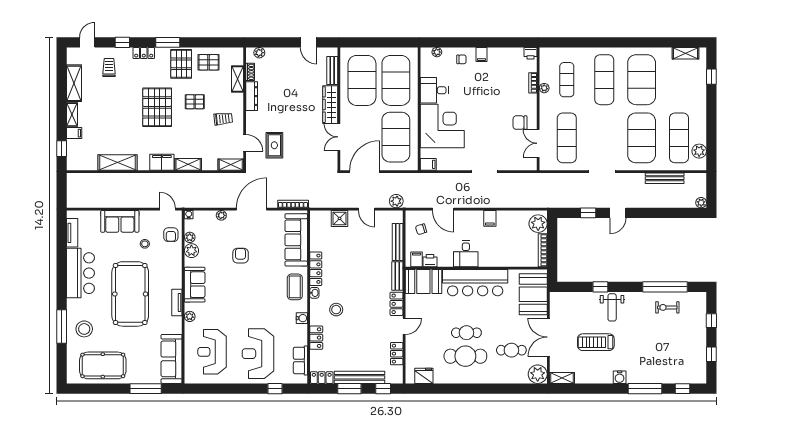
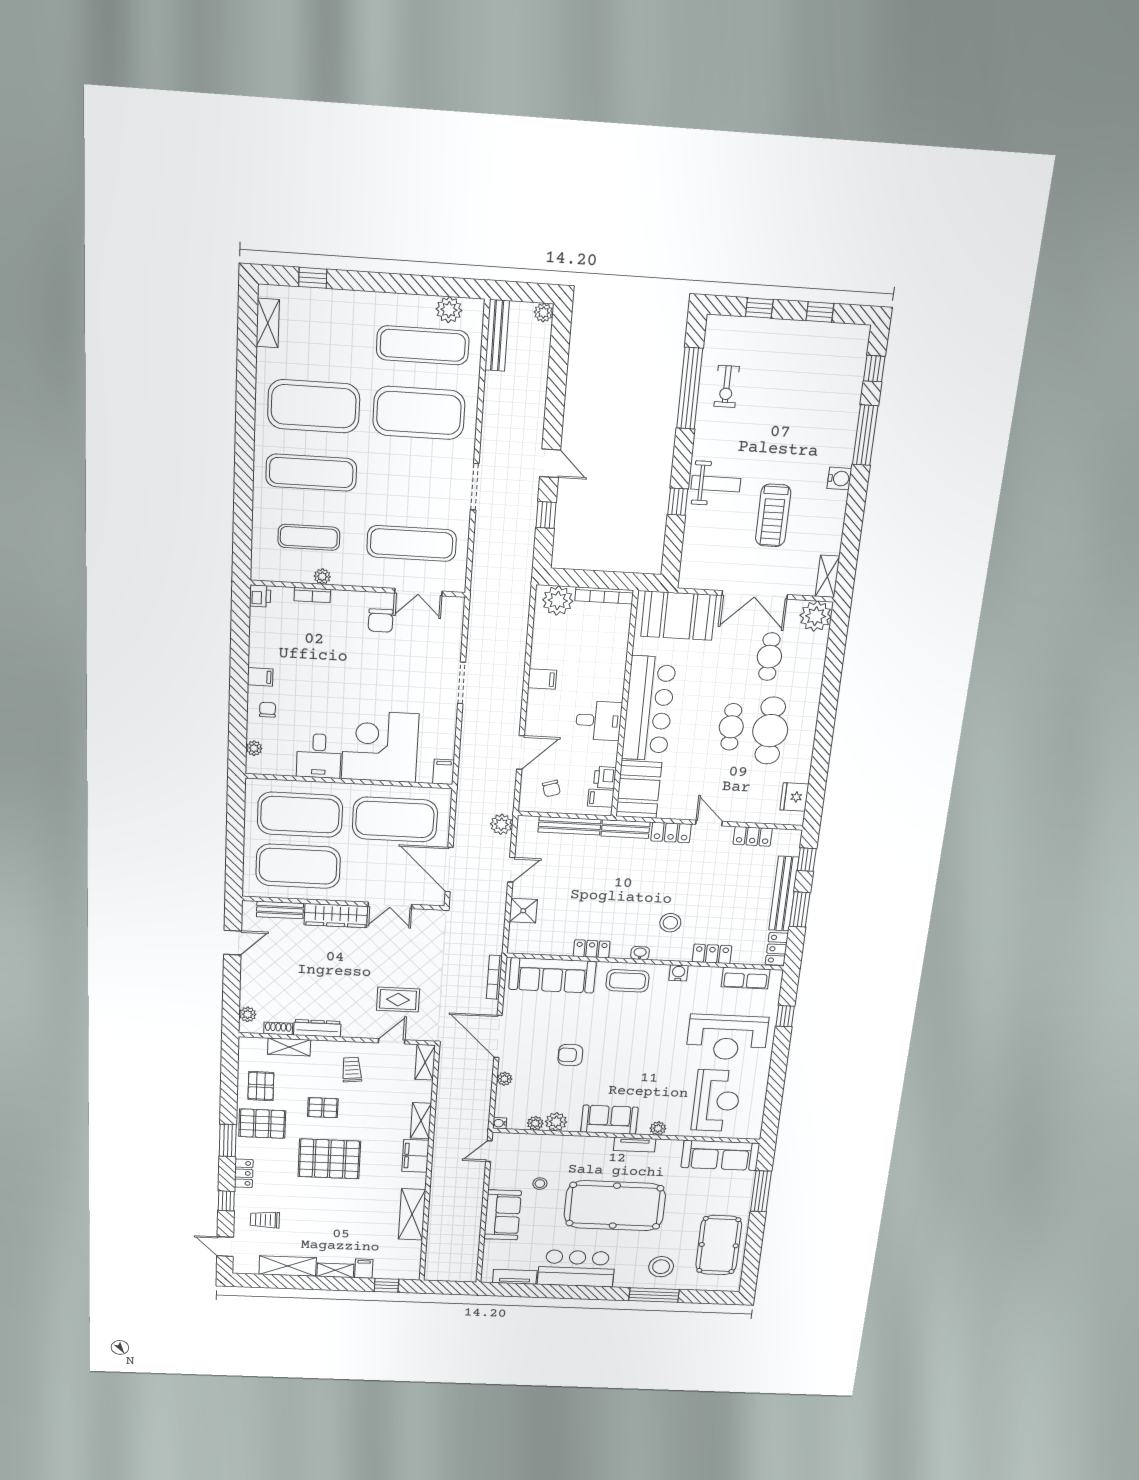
pallet: (195, 102) -> (323, 1108), turned 90
bench: (665, 178) -> (497, 335), moved
armchair: (171, 235) -> (529, 1148), removed
locker: (316, 269) -> (592, 949), width x0.66
reception desk: (212, 352) -> (716, 1101), turned -90

